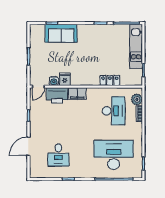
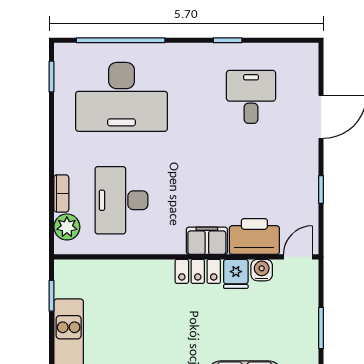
locker: (110, 81) -> (198, 271), moved

